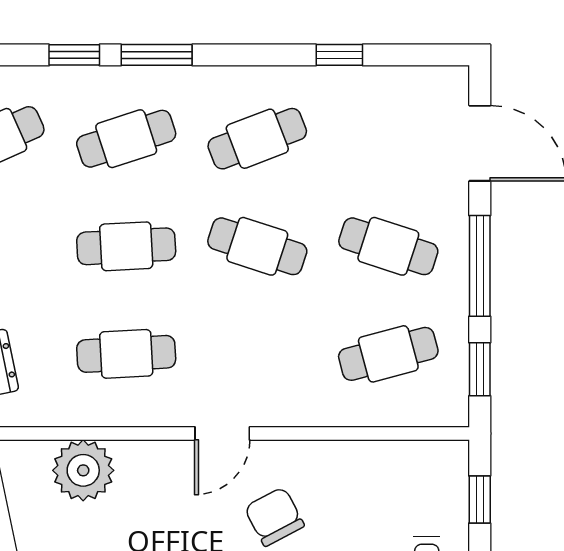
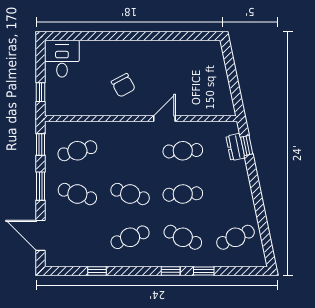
window: (157, 55) -> (171, 271), width x0.67
cafe table: (126, 139) -> (183, 237), turned 42
window: (480, 266) -> (41, 186), width x0.69
door: (222, 434) -> (164, 119), moved
plant: (83, 470) -> (200, 104), removed

